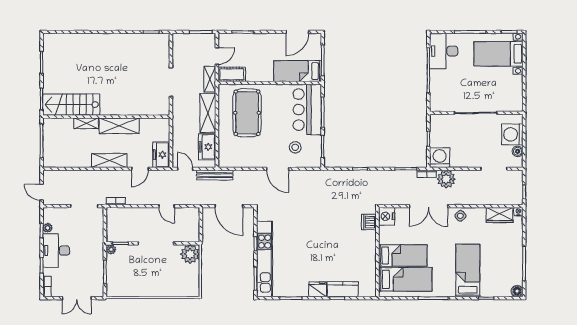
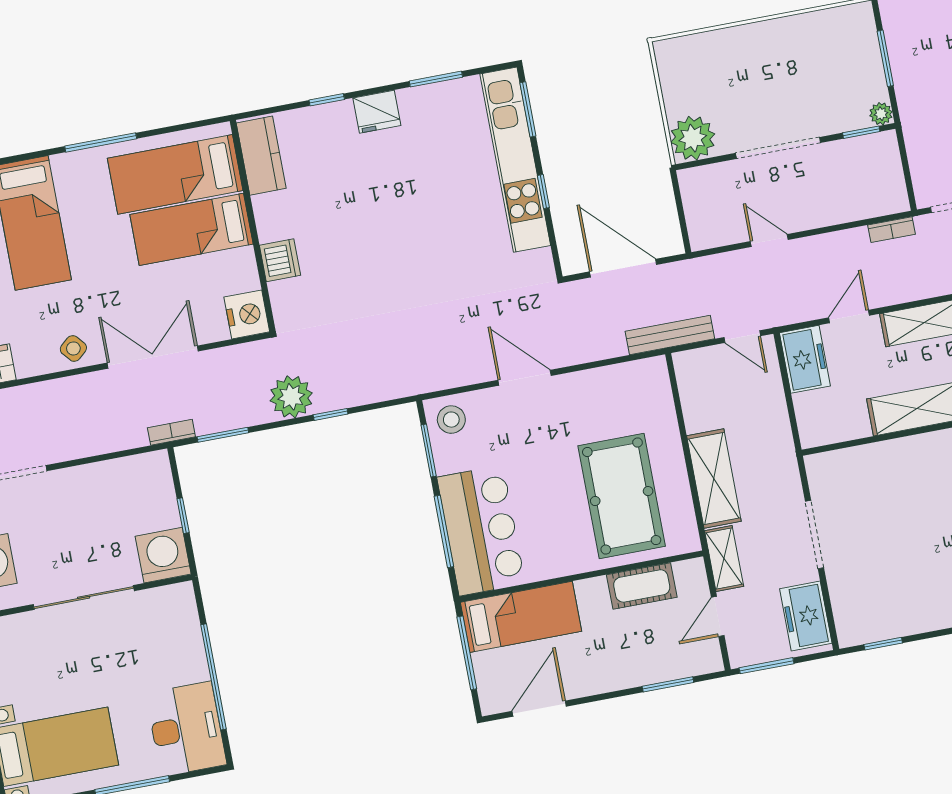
cot: (232, 74) -> (642, 586), moved
freezer: (207, 147) -> (806, 616), moved, turned 180
stool: (295, 147) -> (451, 420), moved
washing machine: (440, 158) -> (163, 555), moved, turned 180
plant: (446, 179) -> (291, 397), moved
dishwasher: (369, 222) -> (280, 260), moved
kitchen counter: (343, 289) -> (261, 156), moved, turned -90

